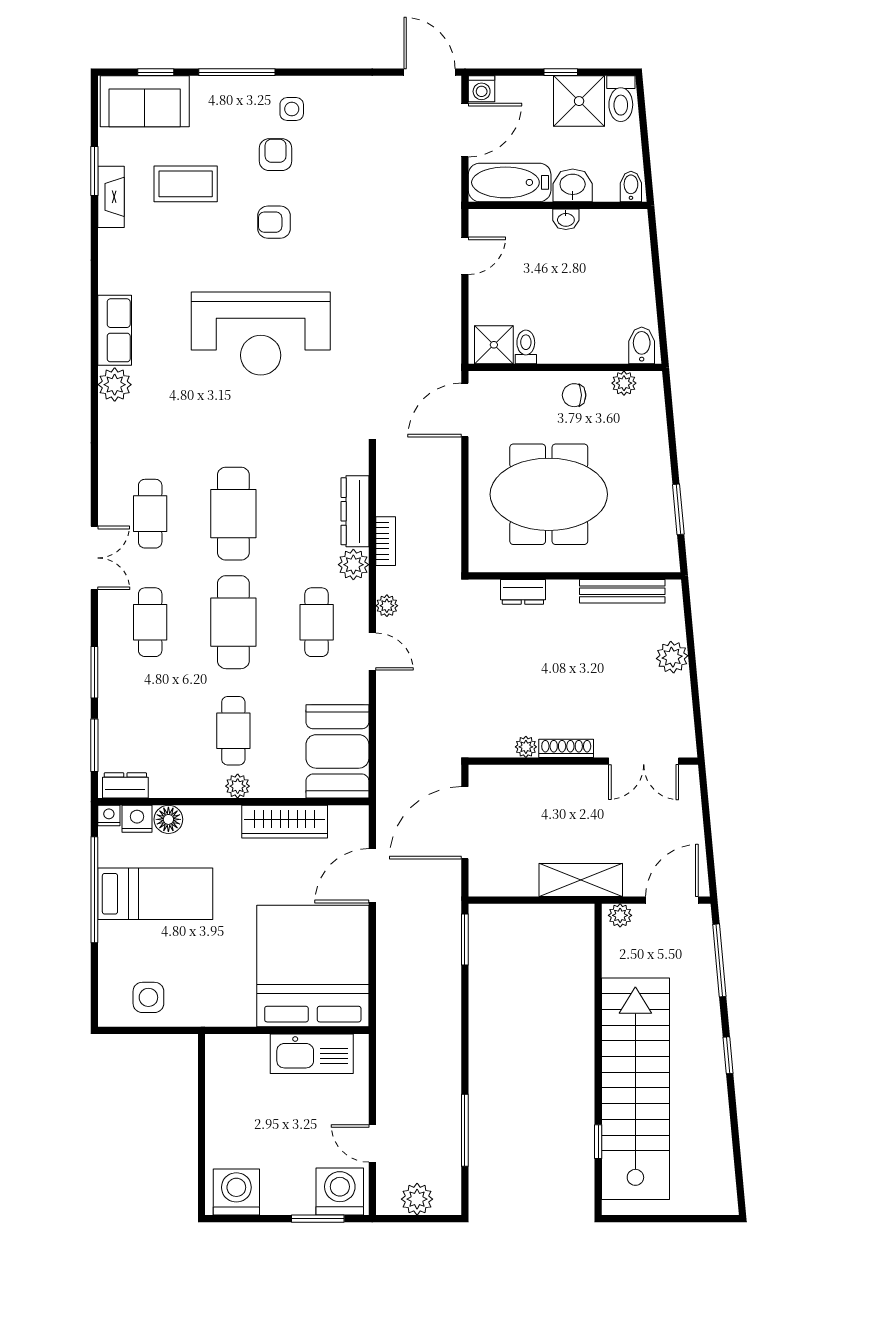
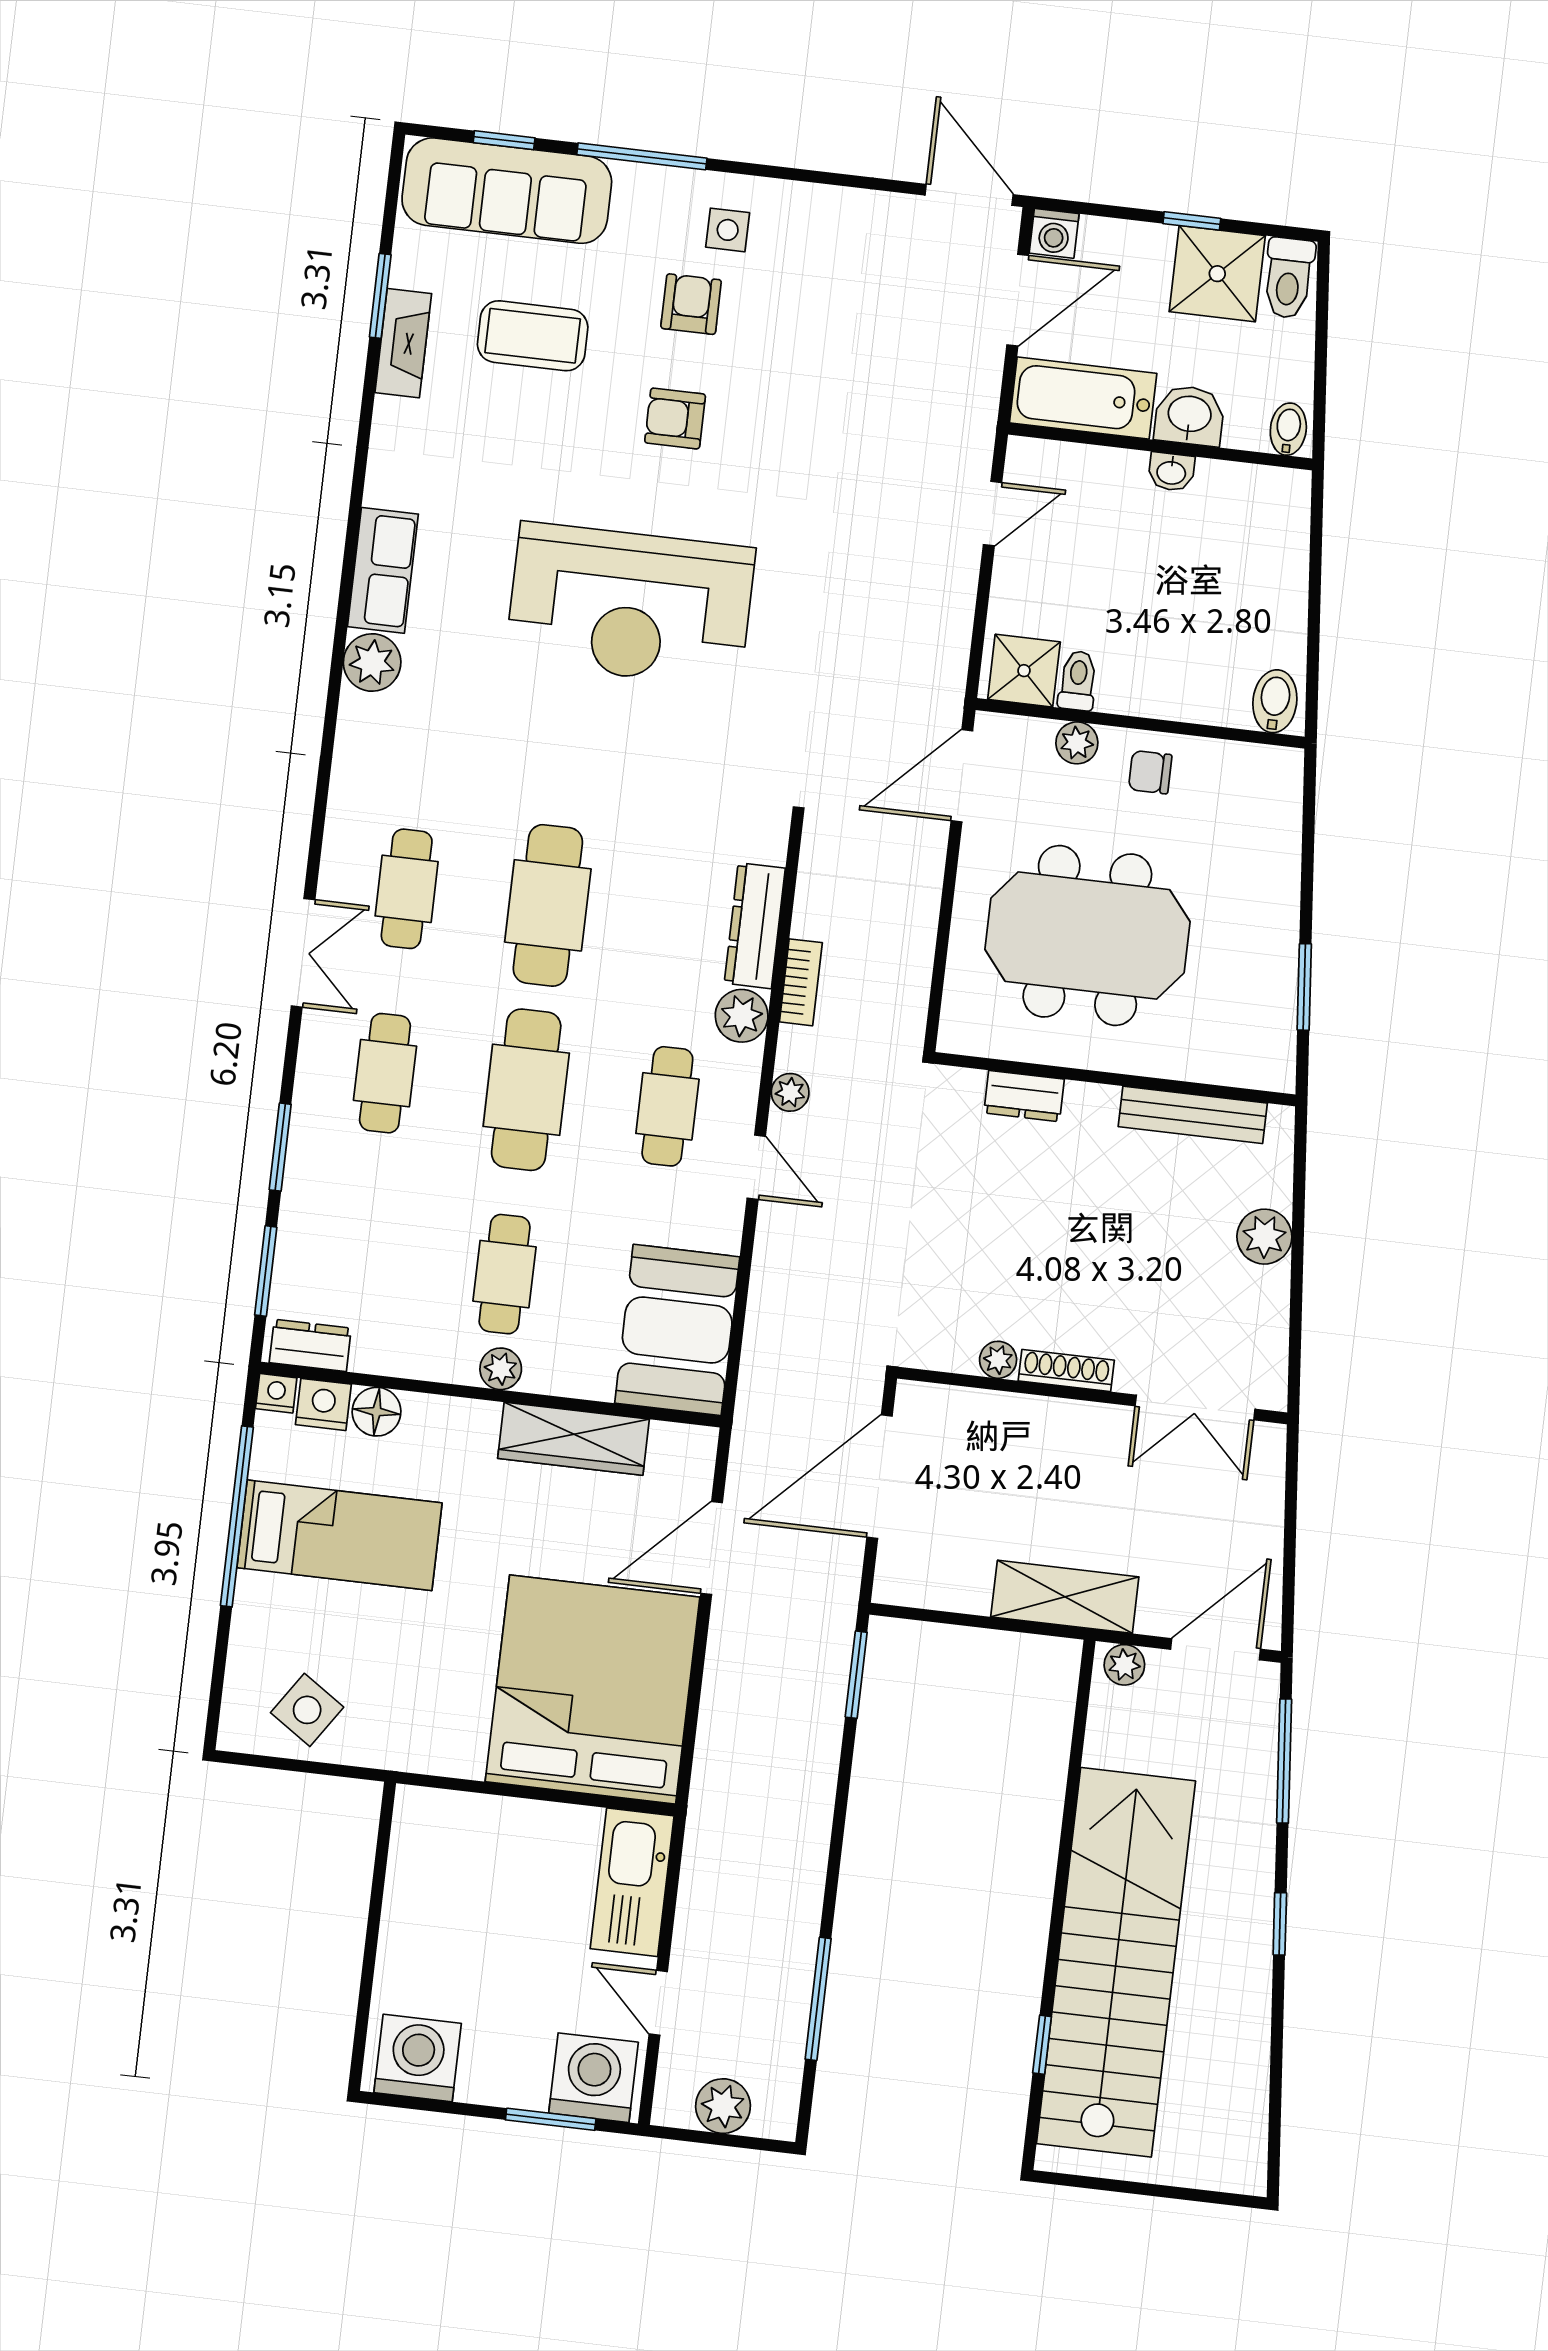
sofa: (145, 101) -> (507, 191), width x1.36
plant: (624, 383) -> (1077, 743), moved
side table: (148, 997) -> (307, 1710), turned 34
kitchen sink: (312, 1054) -> (632, 1882), moved, turned 90

